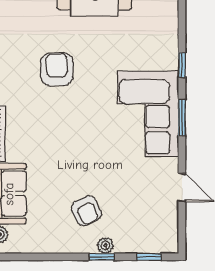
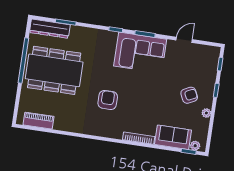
armchair: (57, 69) -> (108, 100), turned 90
plant: (105, 245) -> (206, 113), moved

